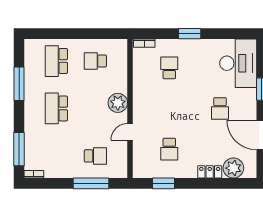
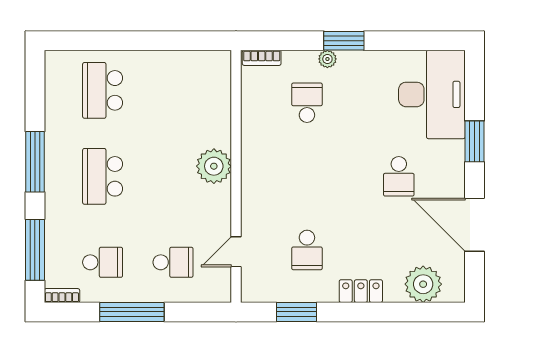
plant: (181, 44) -> (327, 59), added
school desk: (95, 61) -> (103, 262), moved, turned 180
window: (19, 84) -> (35, 162), moved
door: (130, 132) -> (236, 252), moved
locker: (210, 172) -> (361, 291), moved
window: (91, 183) -> (132, 312), moved

